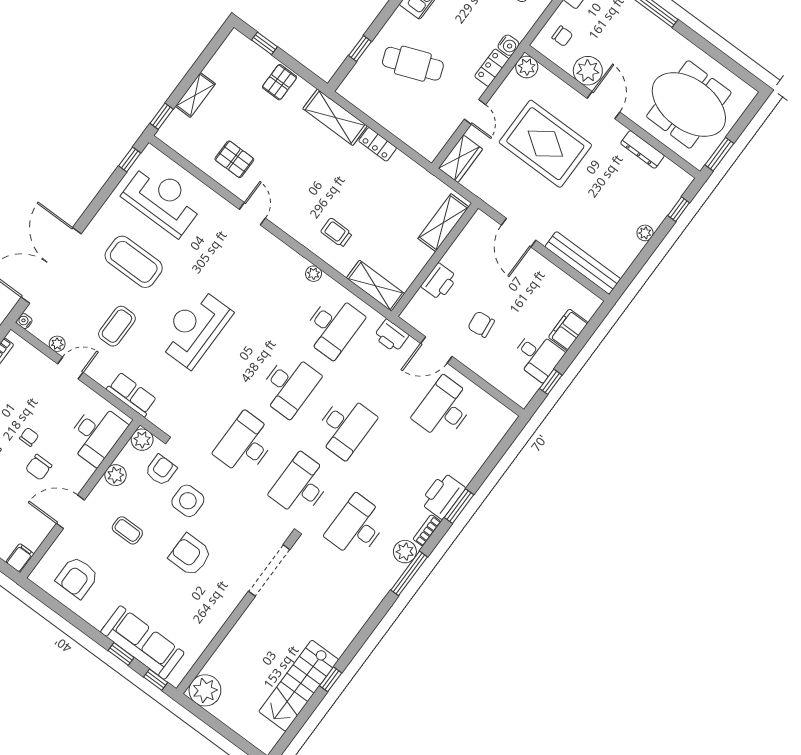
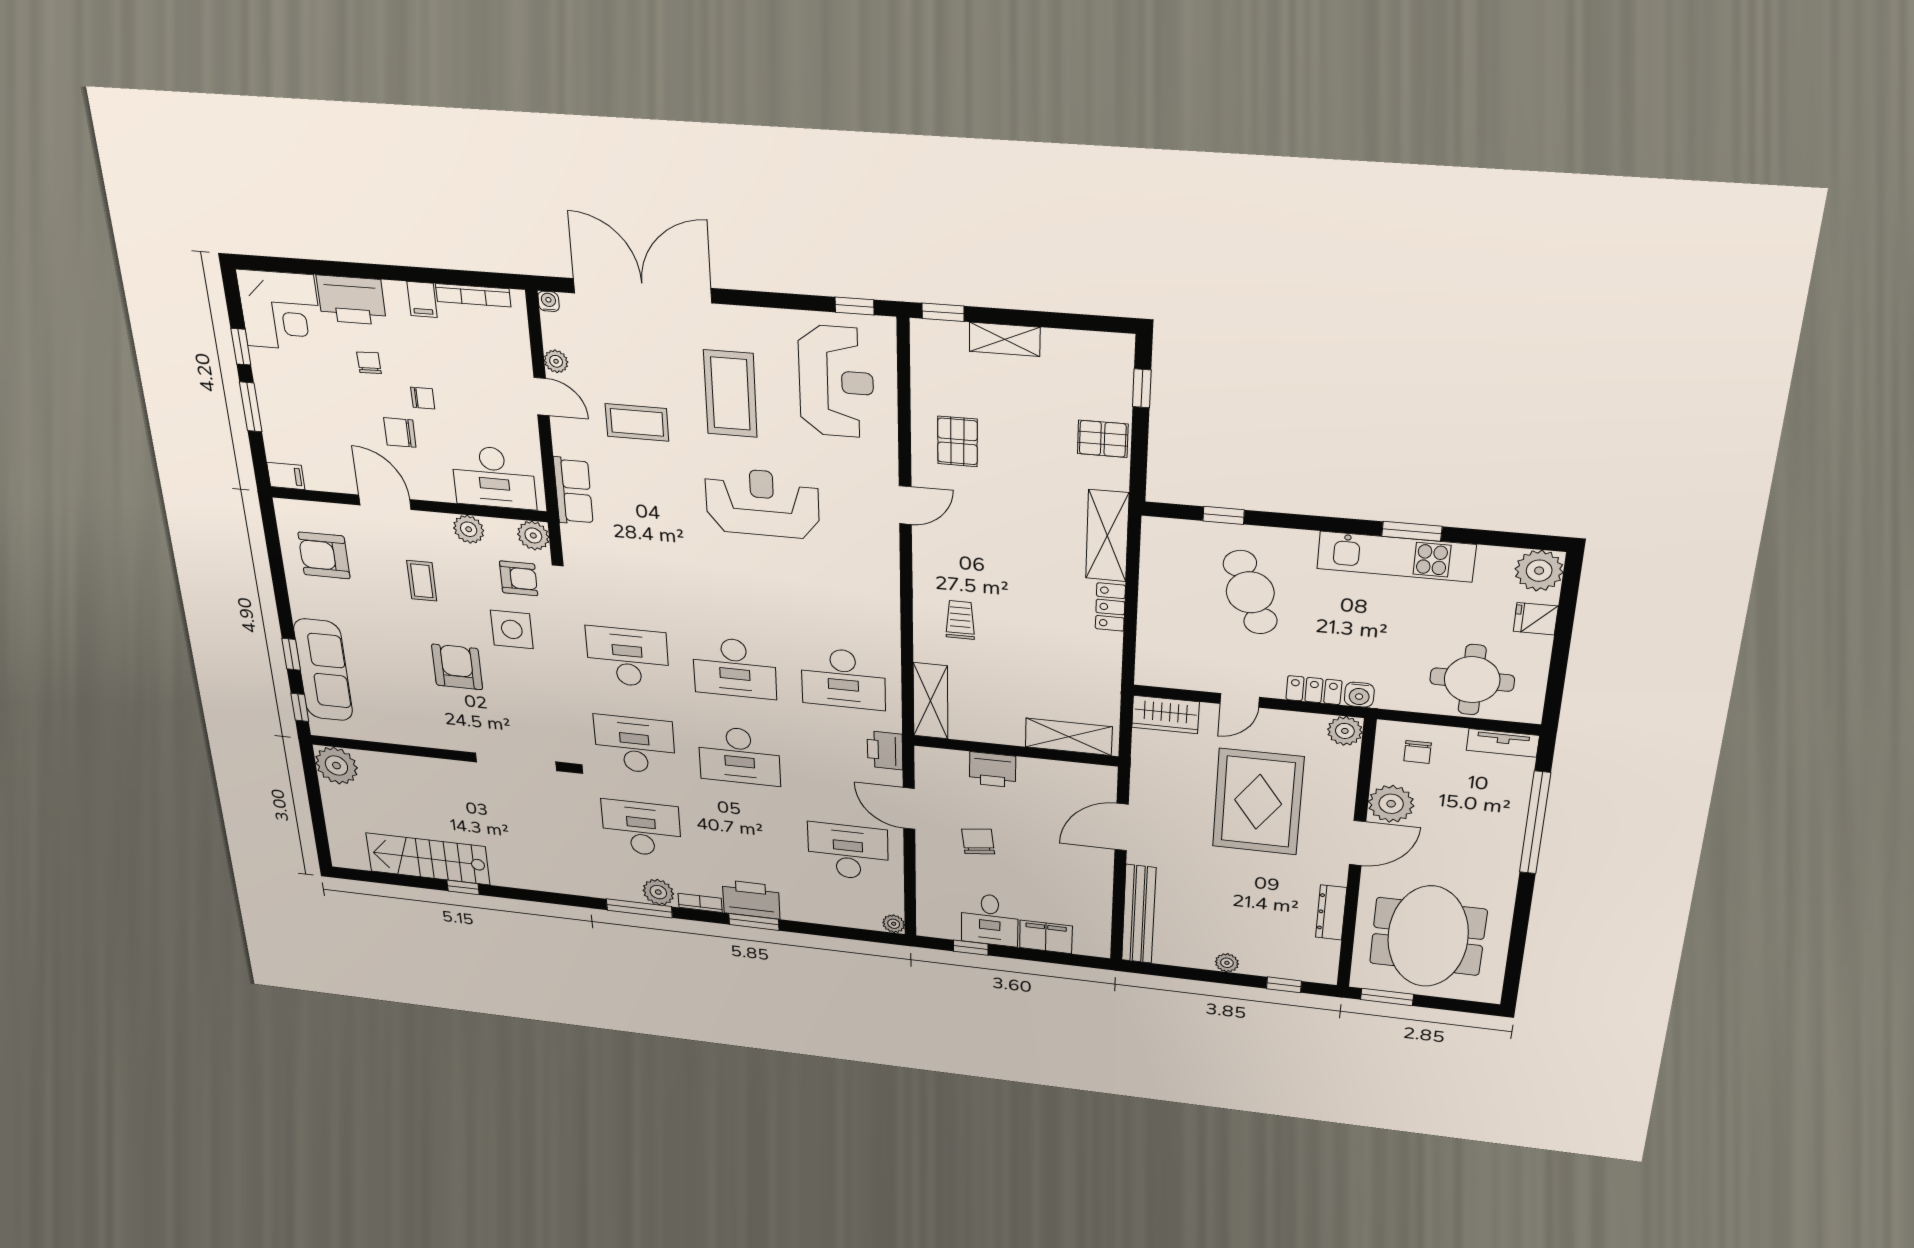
plant: (314, 274) -> (894, 924), moved
reception desk: (194, 328) -> (762, 503), moved

